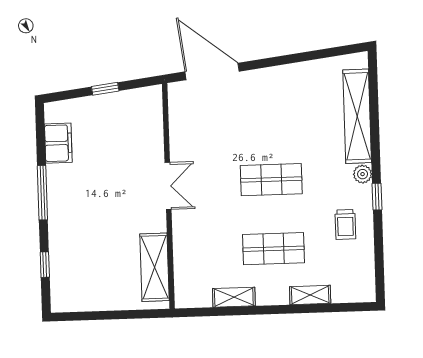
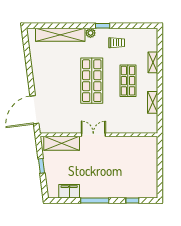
shop shelf: (271, 180) -> (92, 81), width x1.43, depth x1.36
shelving: (155, 267) -> (62, 143), moved

